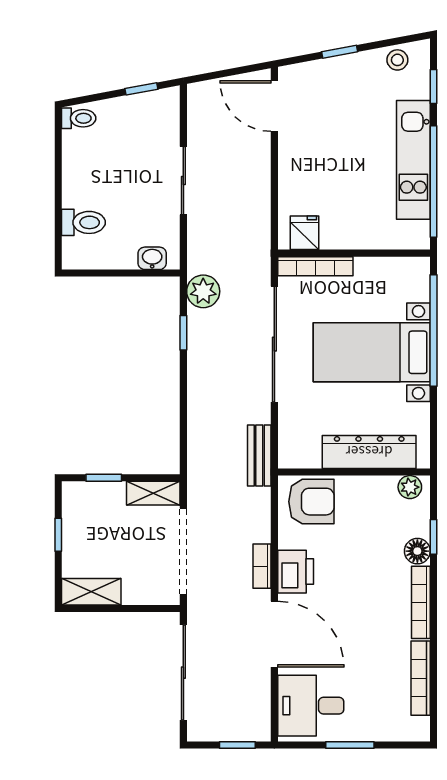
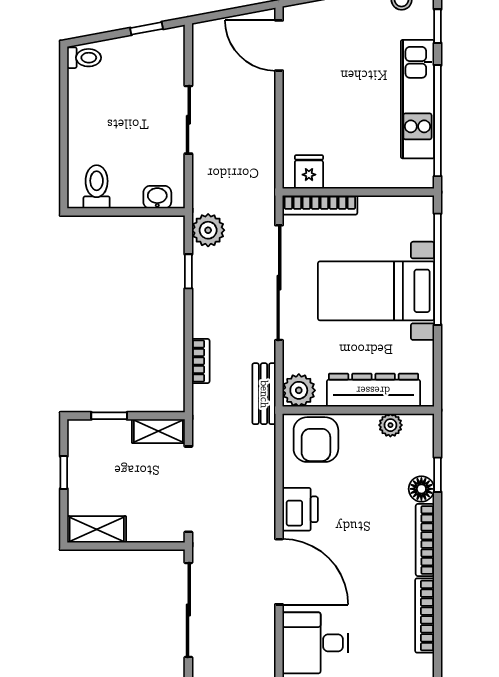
toilet: (83, 222) -> (97, 187), moved, turned -90
plant: (294, 452) -> (299, 390), added
plant: (410, 487) -> (390, 425), moved
armchair: (311, 502) -> (316, 440), turned 90
bookcase: (262, 566) -> (201, 361), moved, turned 180

